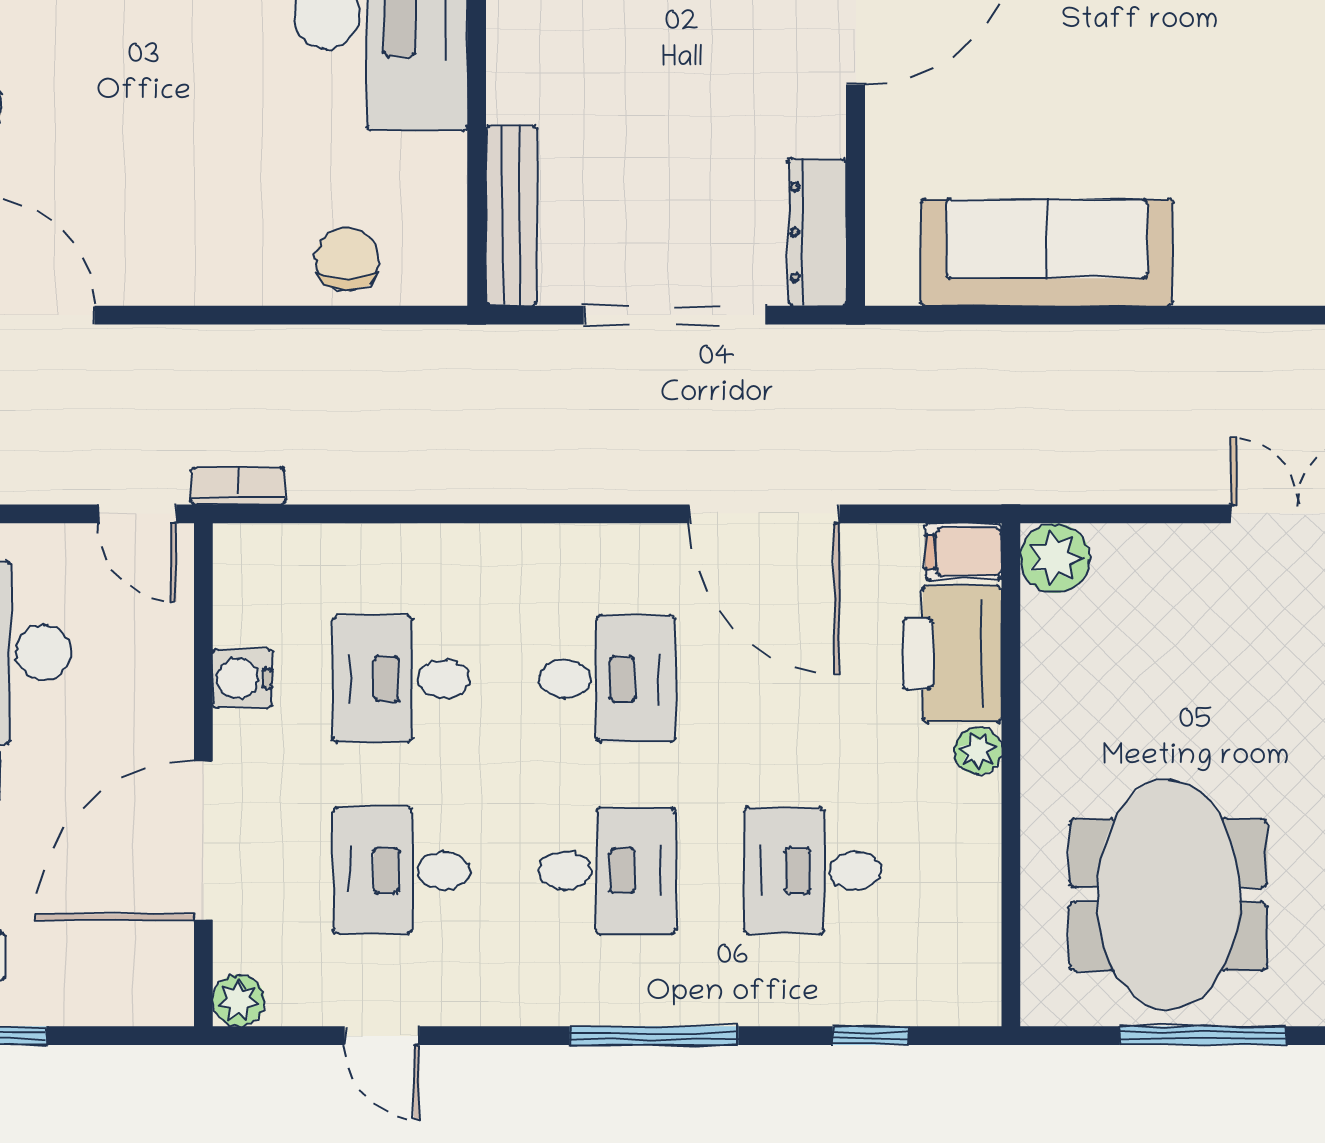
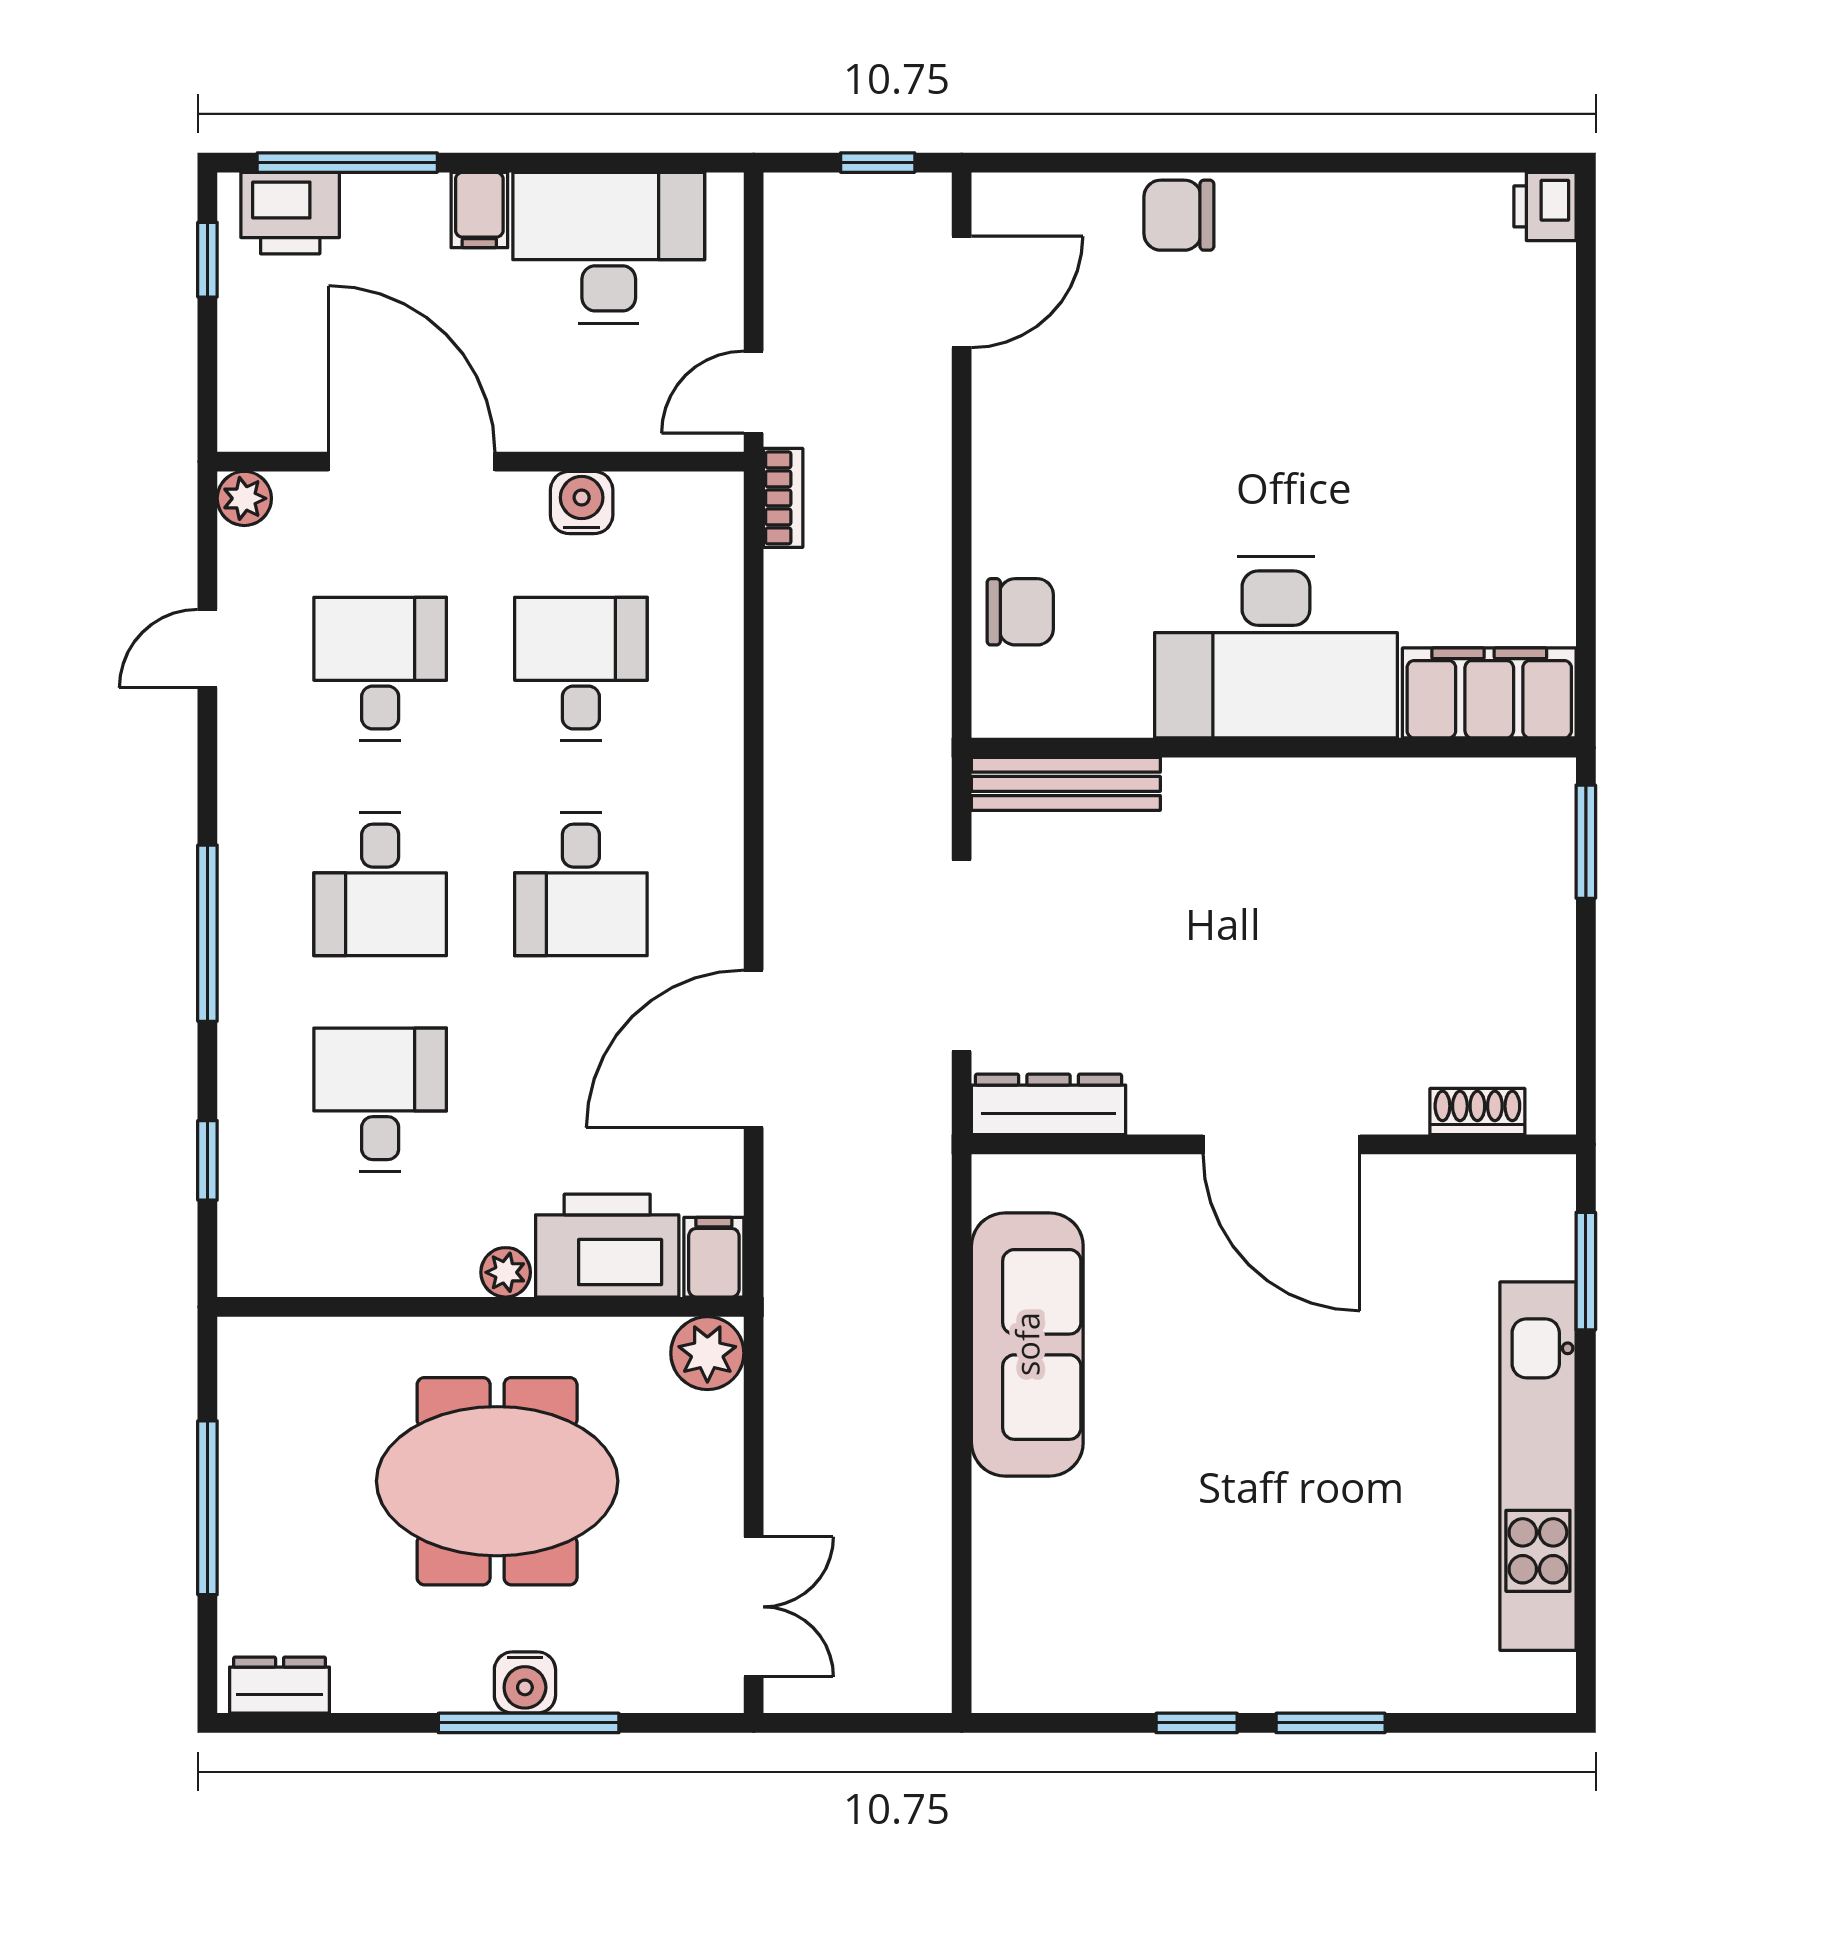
meeting table: (1168, 895) -> (497, 1481), moved

